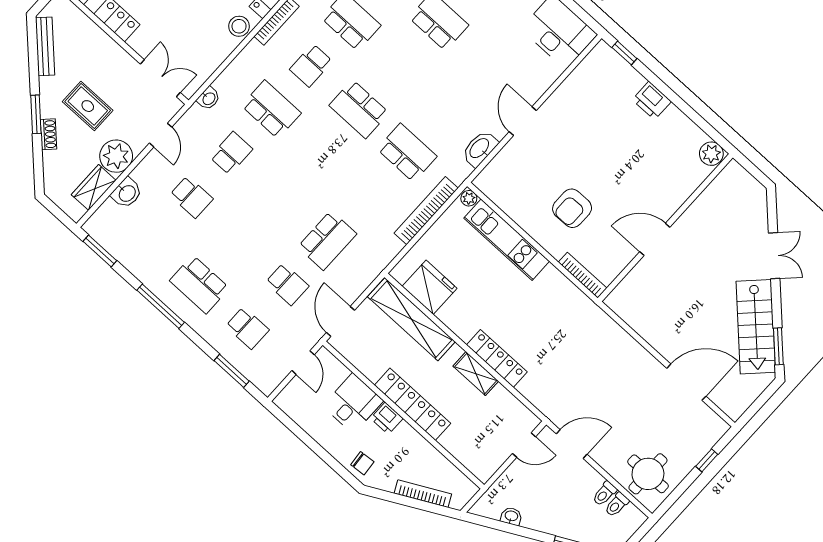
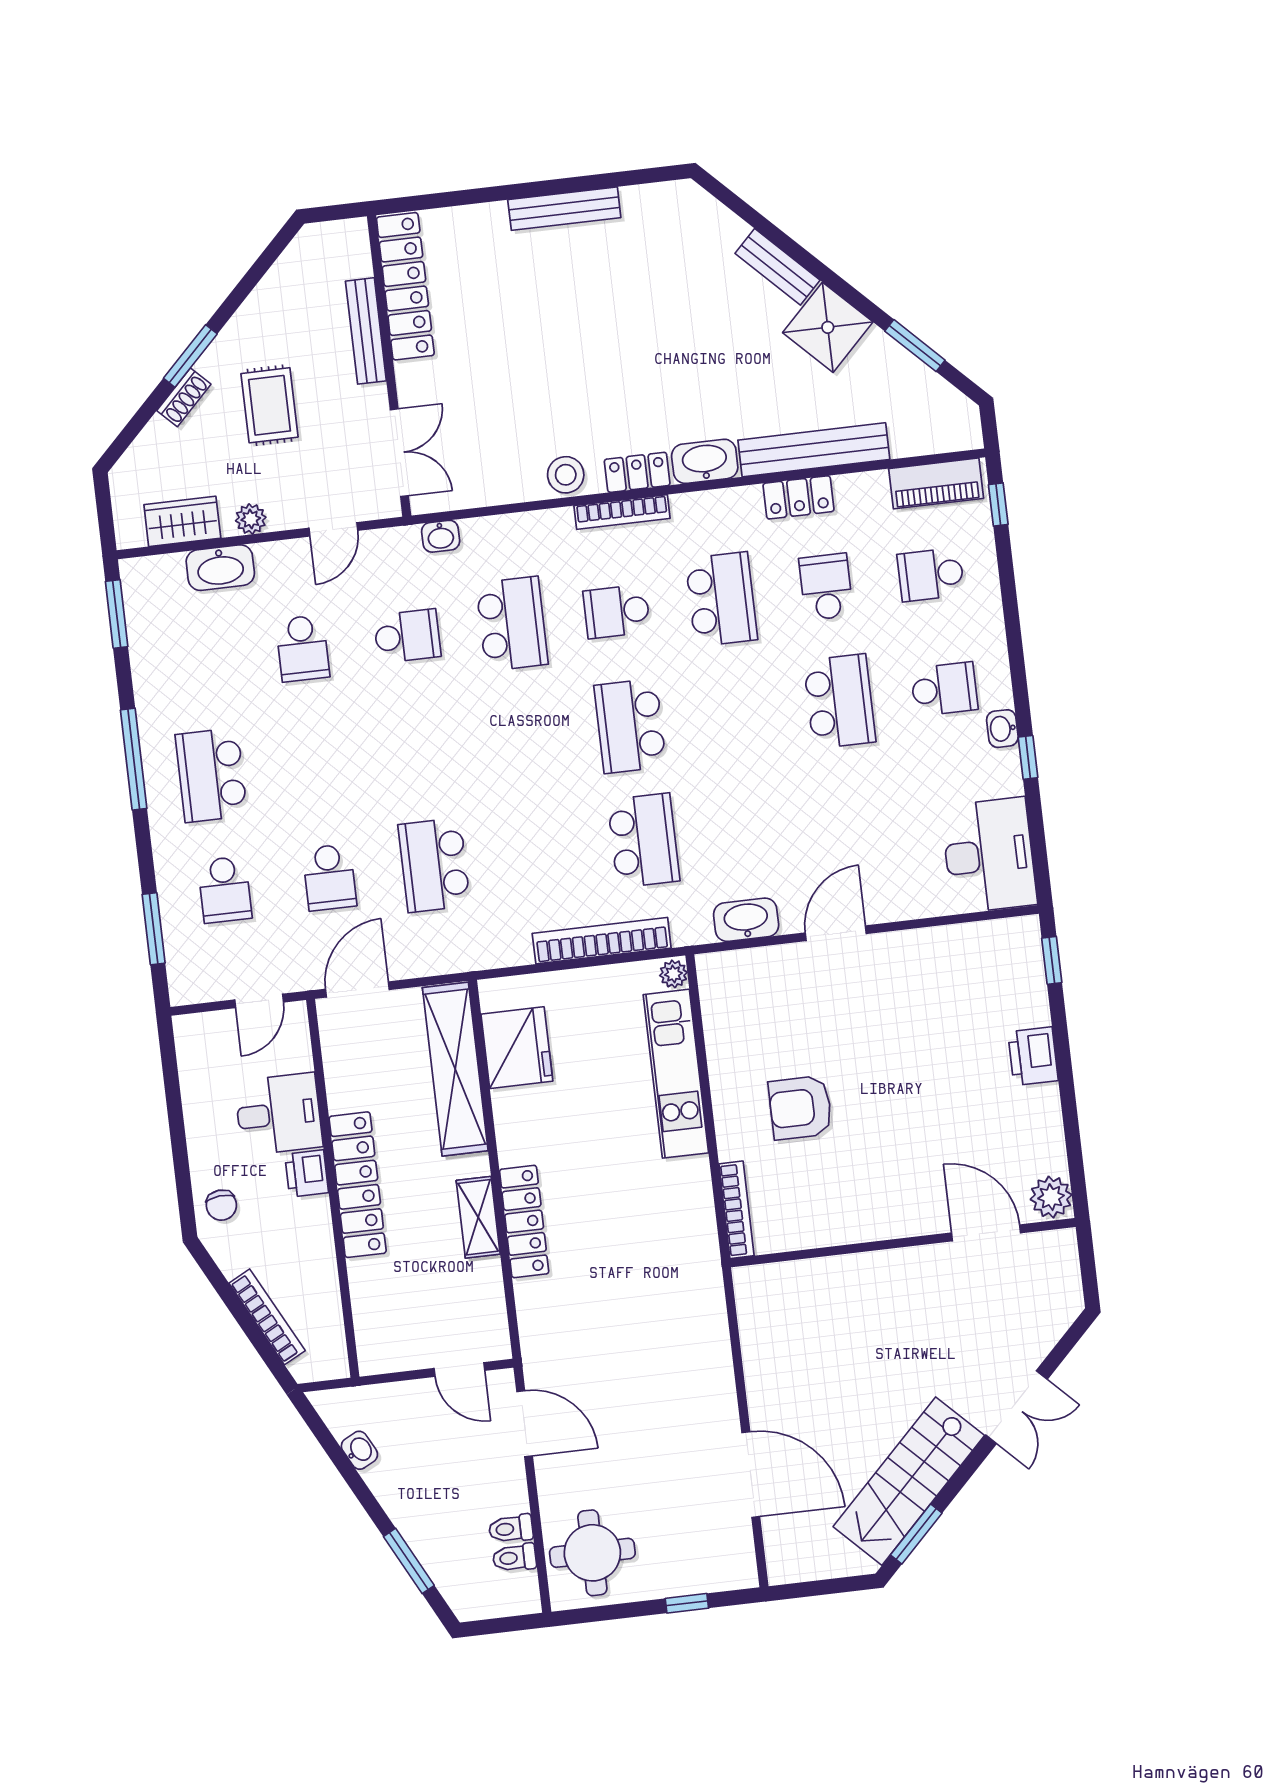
bench: (45, 46) -> (366, 331), moved, turned -45
plant: (116, 156) -> (251, 519), width x0.53, depth x0.53
washbasin: (127, 193) -> (220, 568), width x1.38
door: (655, 239) -> (986, 1233), moved
school desk: (327, 240) -> (434, 865), turned 90

